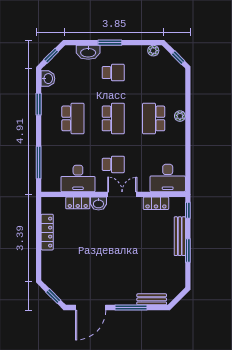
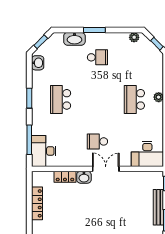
window: (39, 104) -> (29, 98), moved
school desk: (73, 118) -> (61, 99), turned 180
school desk: (113, 118) -> (97, 99), removed
school desk: (113, 164) -> (97, 141), turned 180
desk: (78, 178) -> (44, 151), moved, turned 90
locker: (156, 203) -> (137, 177), removed

